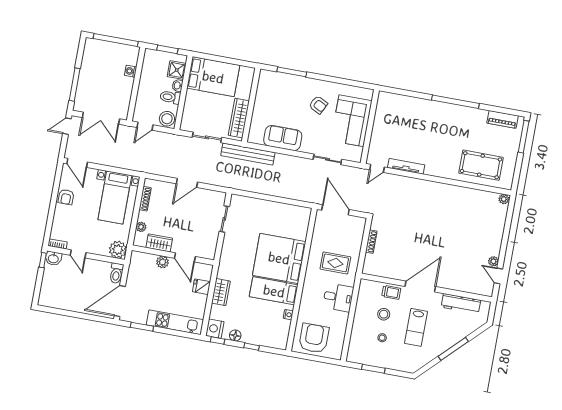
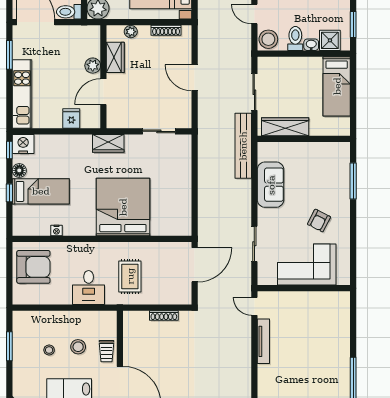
bed: (213, 77) -> (337, 86), width x0.67
bed: (274, 291) -> (41, 191), moved, turned 90
wardrobe: (221, 292) -> (108, 143), moved

